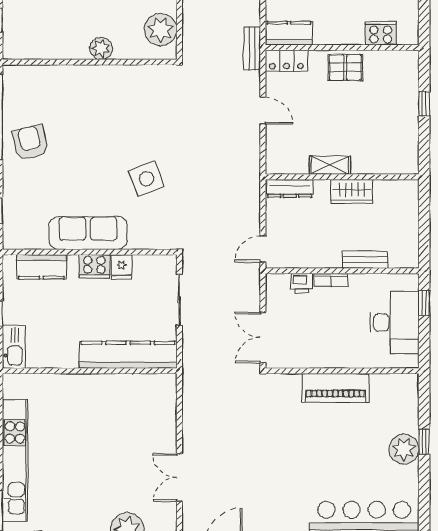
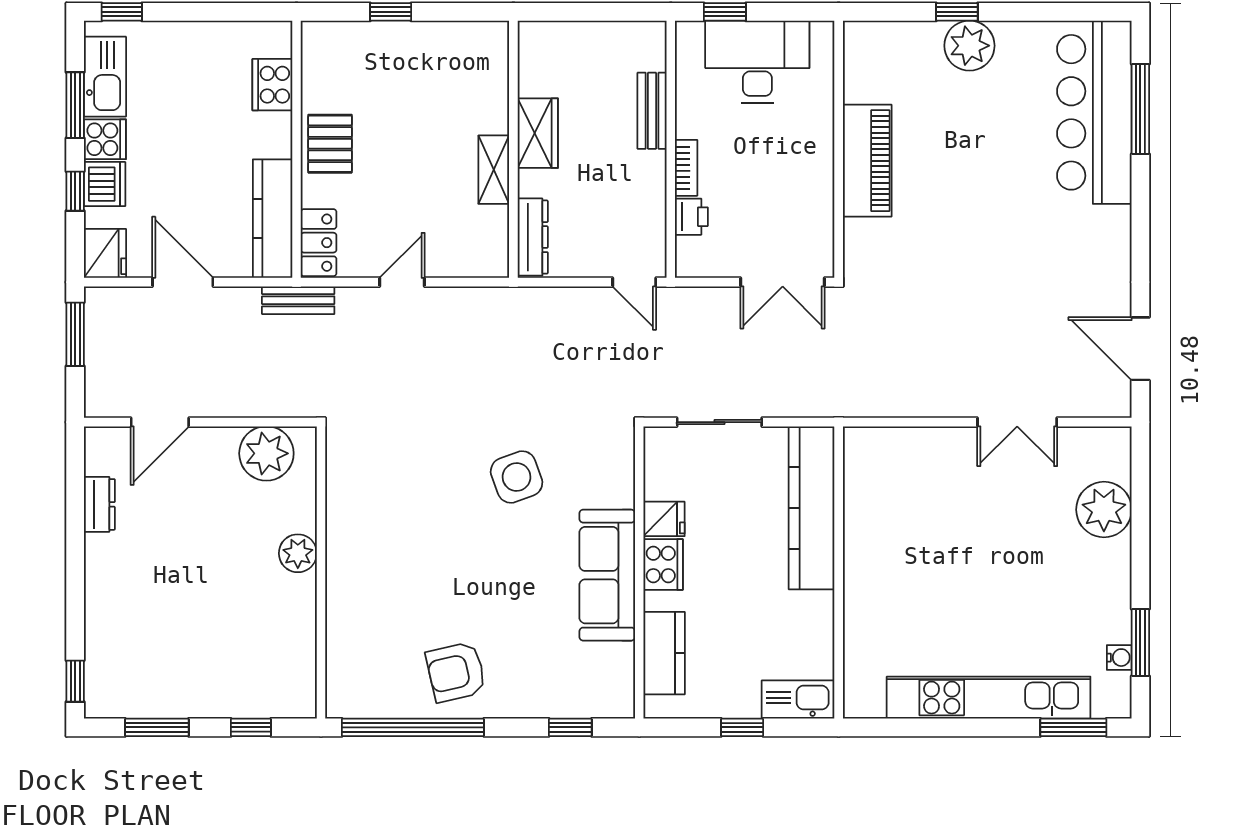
kitchen counter: (289, 33) -> (273, 219), width x1.50

